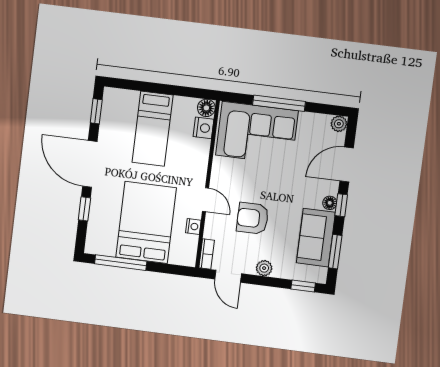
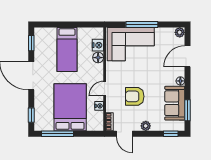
floor lamp: (206, 108) -> (98, 58), moved
door: (206, 200) -> (105, 89), swing flipped
window: (341, 205) -> (188, 82), removed
window: (84, 209) -> (31, 115), moved

